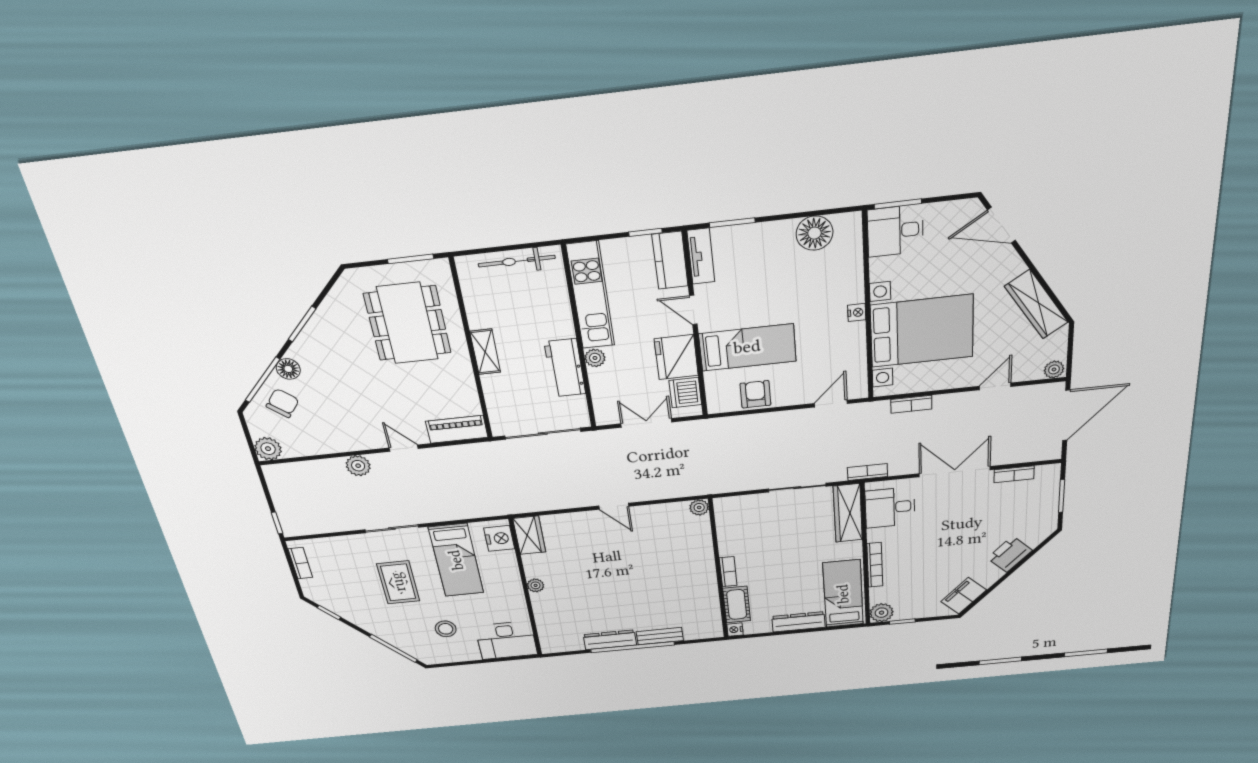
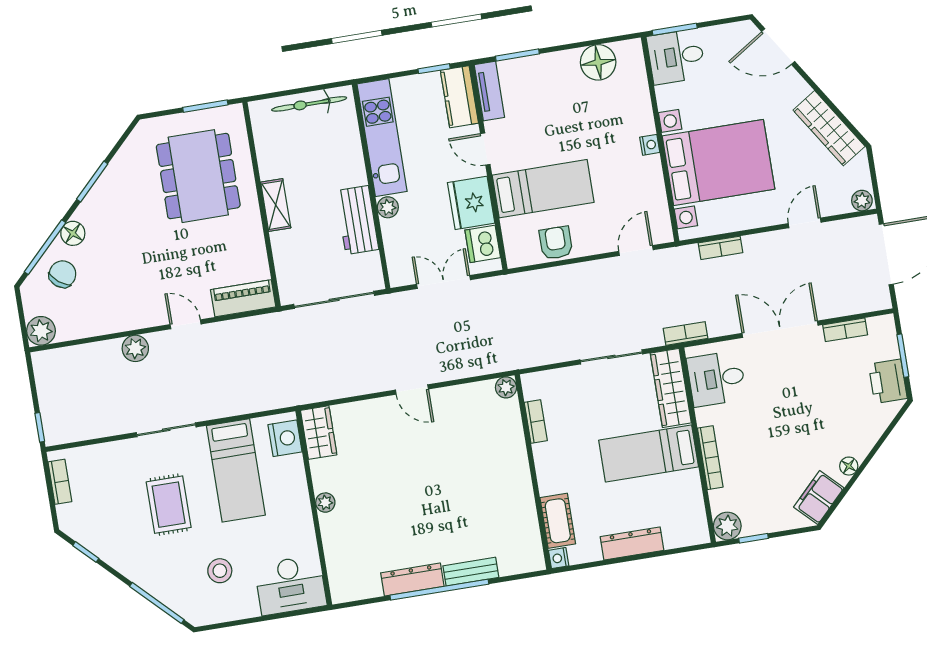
printer: (1010, 554) -> (888, 381), moved, turned -45
bookcase: (728, 572) -> (536, 422), moved
floor lamp: (994, 575) -> (849, 466), added
bed: (843, 594) -> (649, 454), moved, turned -90

